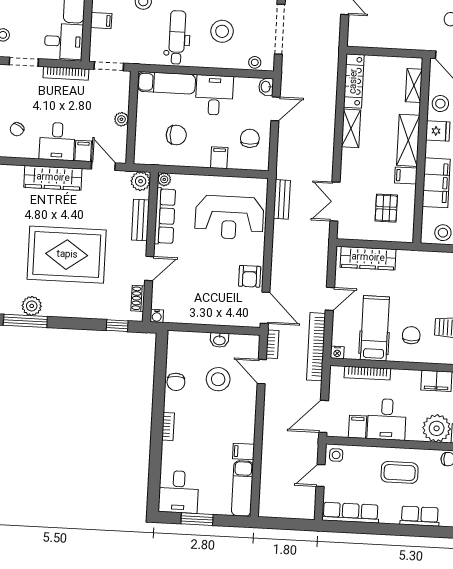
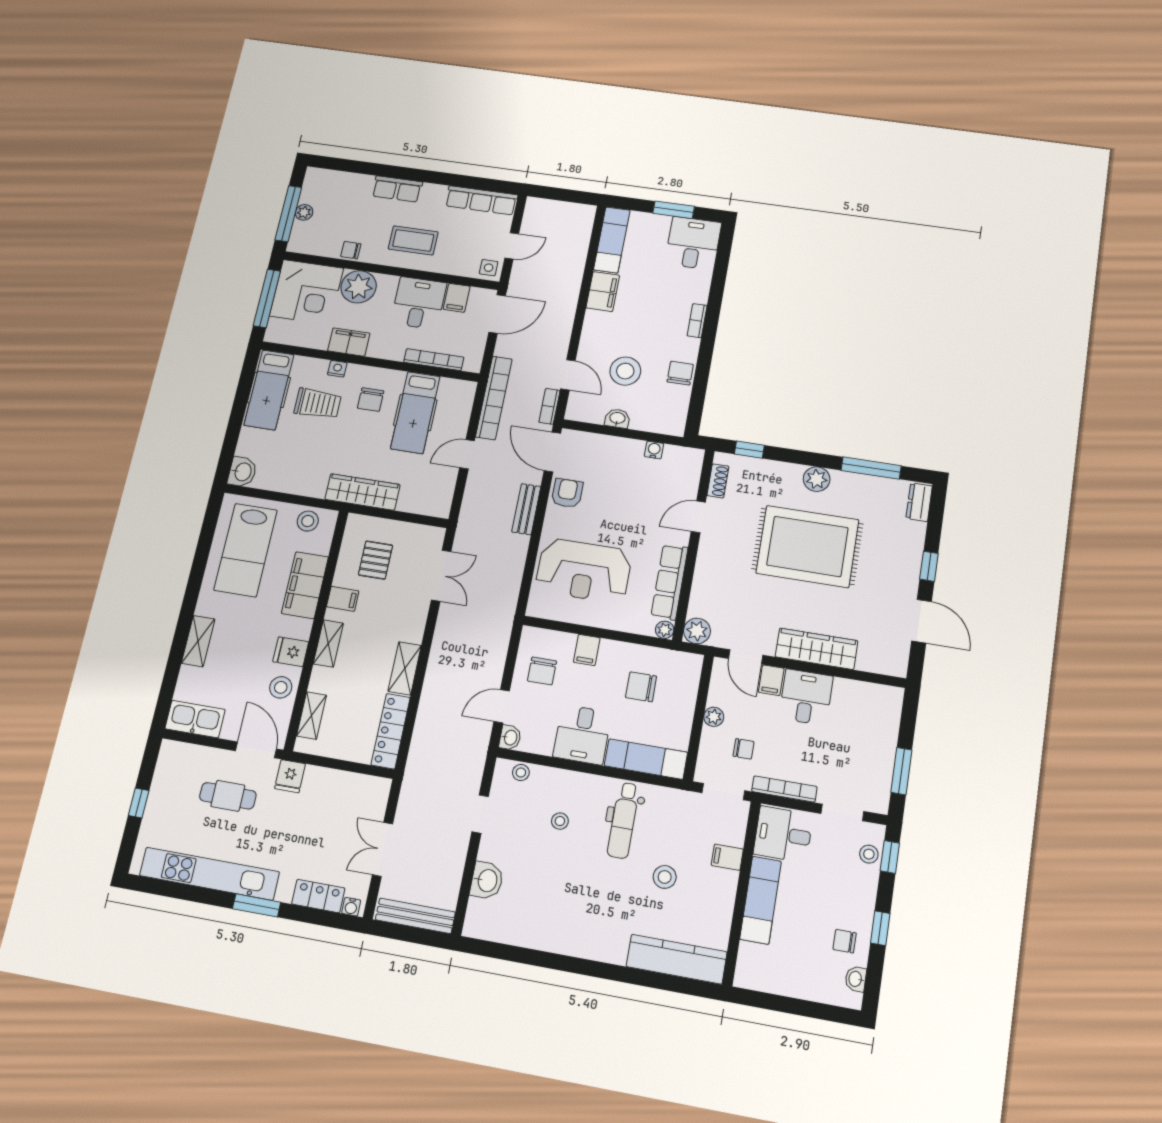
doorway: (280, 29) -> (480, 814), width x0.53
stool: (222, 31) -> (560, 821), width x0.53, depth x0.53
fridge: (422, 40) -> (290, 776), added
chair: (17, 129) -> (744, 749), moved, turned 58
shelving: (408, 140) -> (328, 643), width x0.67, depth x0.75
bench: (282, 199) -> (526, 509), moved
reception desk: (229, 217) -> (584, 571), turned 180
bench: (140, 220) -> (703, 580), removed
wardrobe: (368, 258) -> (362, 492), moved
plant: (32, 306) -> (817, 479), moved
water cooler: (157, 316) -> (654, 450), moved
nightstand: (337, 352) -> (337, 369), moved
filing cabinet: (243, 451) -> (603, 292), width x2.00

